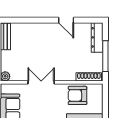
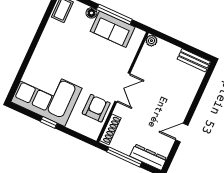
double door: (41, 82) -> (122, 87), moved

